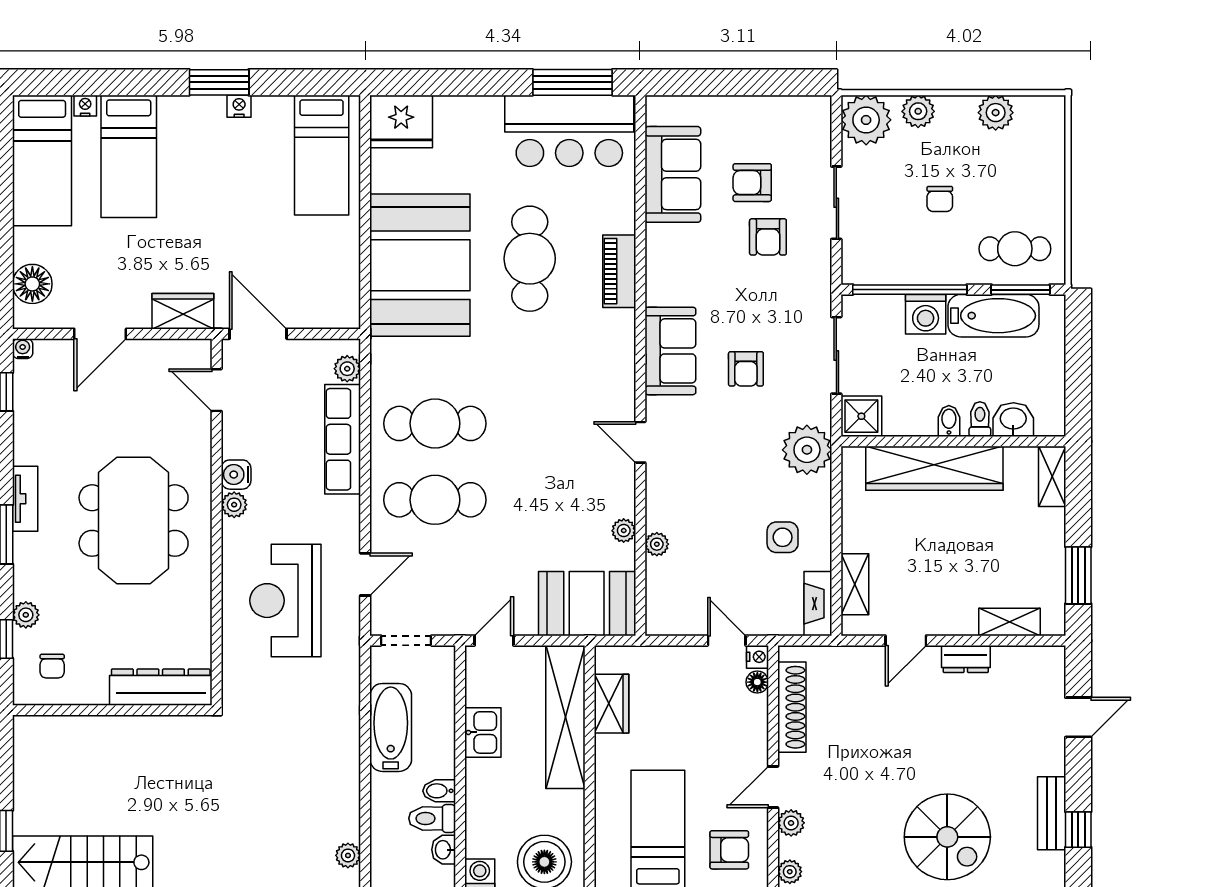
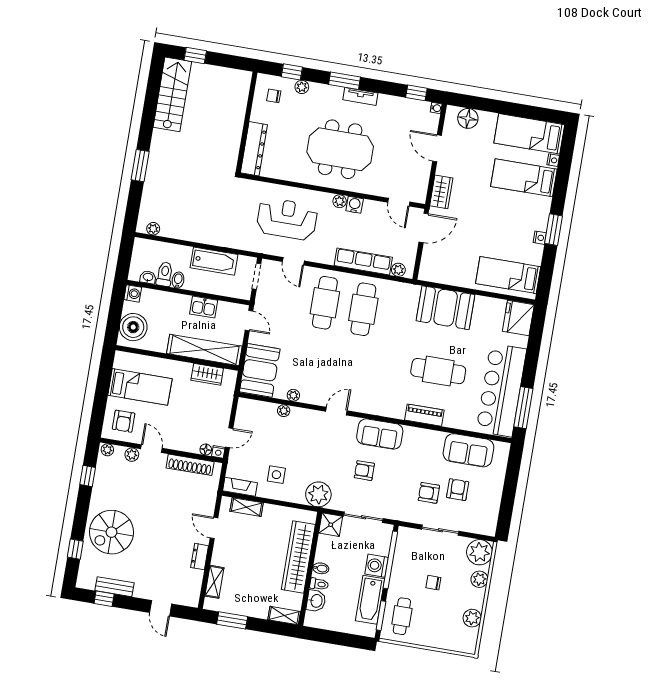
bar counter: (569, 131) -> (501, 390), width x1.36
booth: (420, 265) -> (446, 308), width x0.73, depth x0.70
door: (217, 390) -> (399, 202), swing flipped

